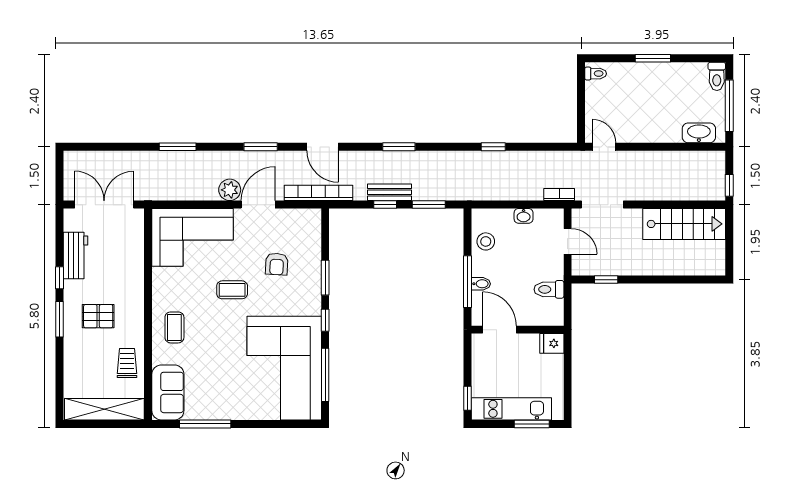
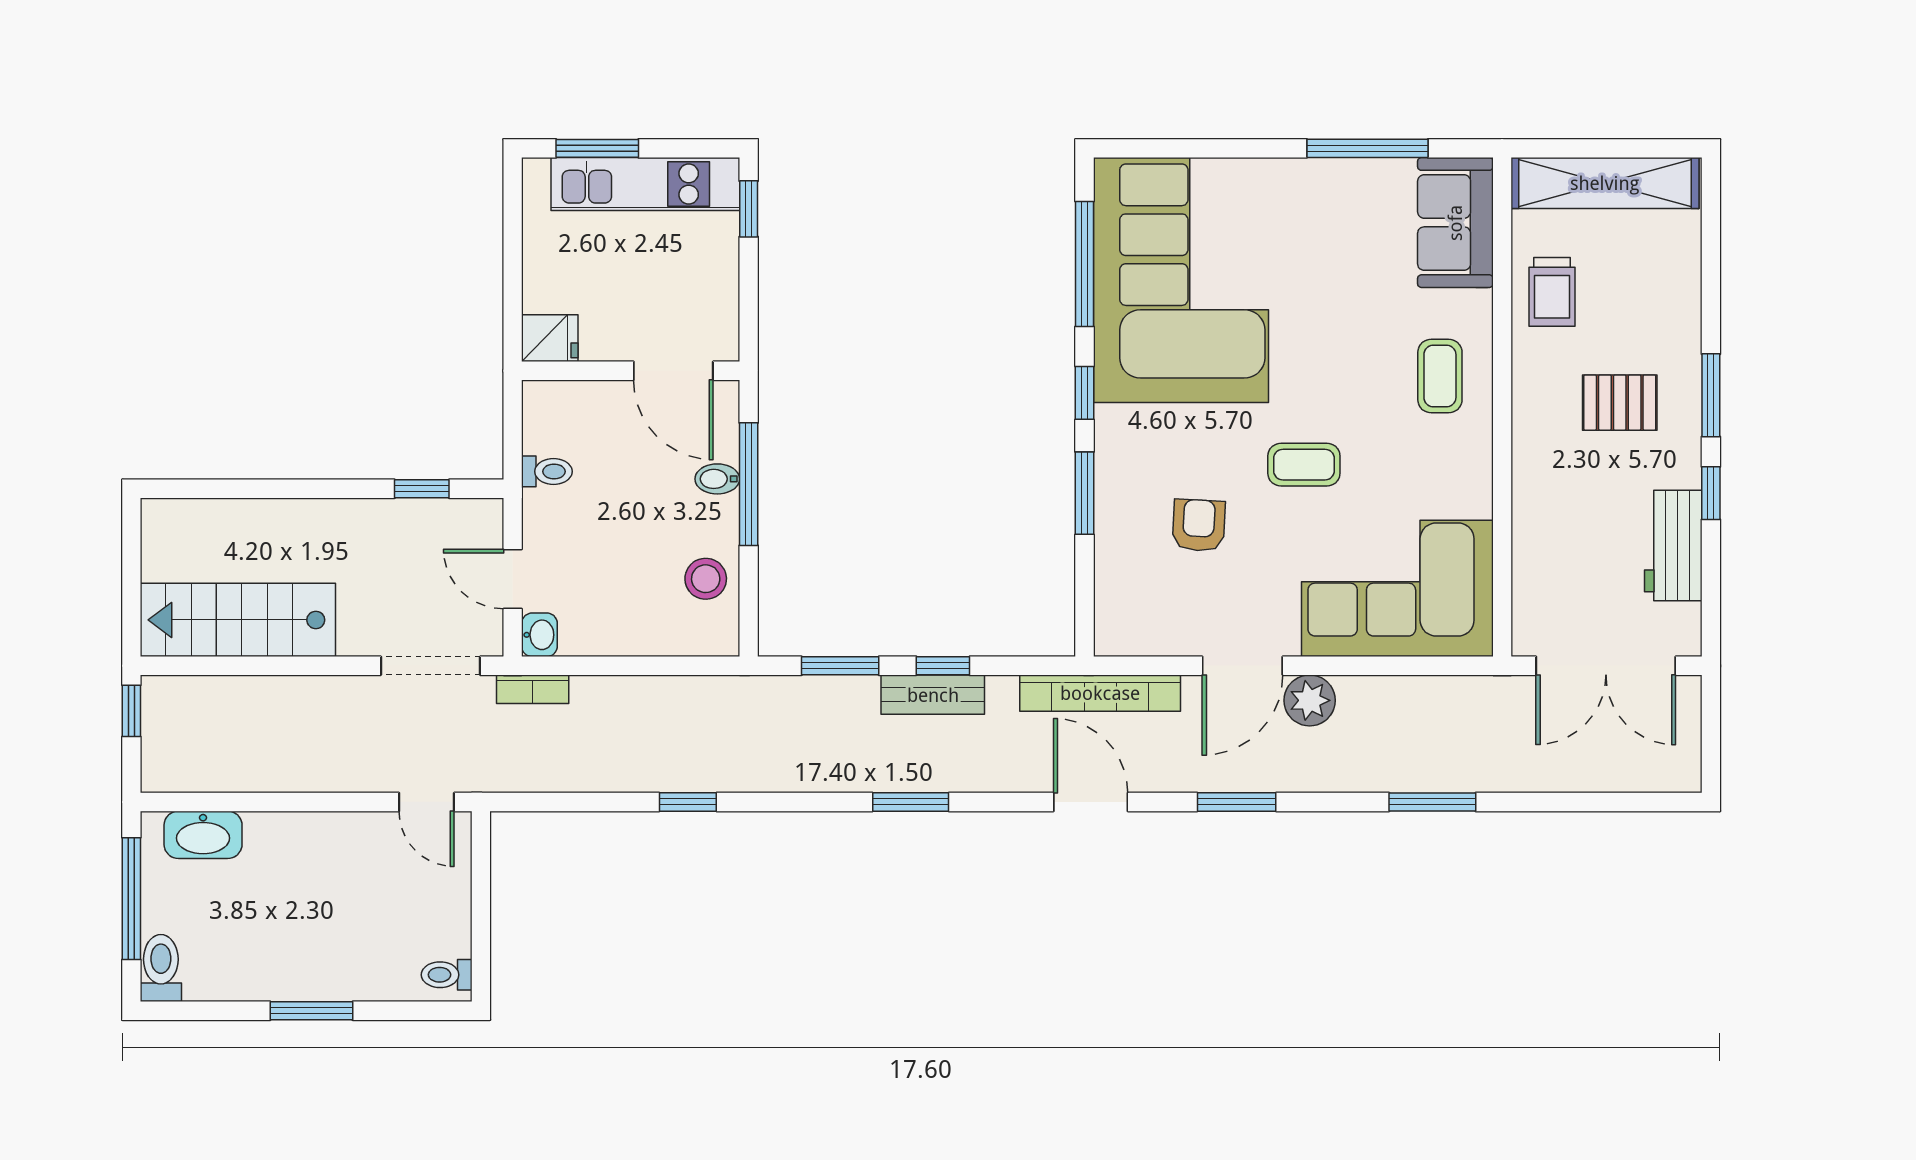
washbasin: (524, 216) -> (539, 635), moved, turned 90
toilet: (549, 289) -> (547, 471), width x0.73, depth x0.72

